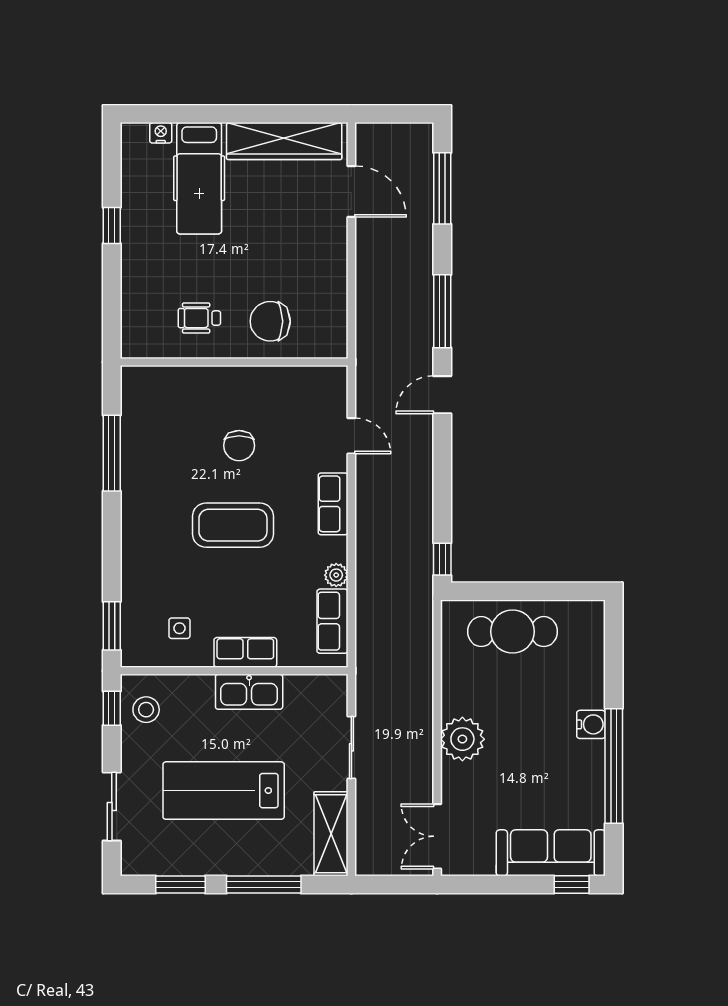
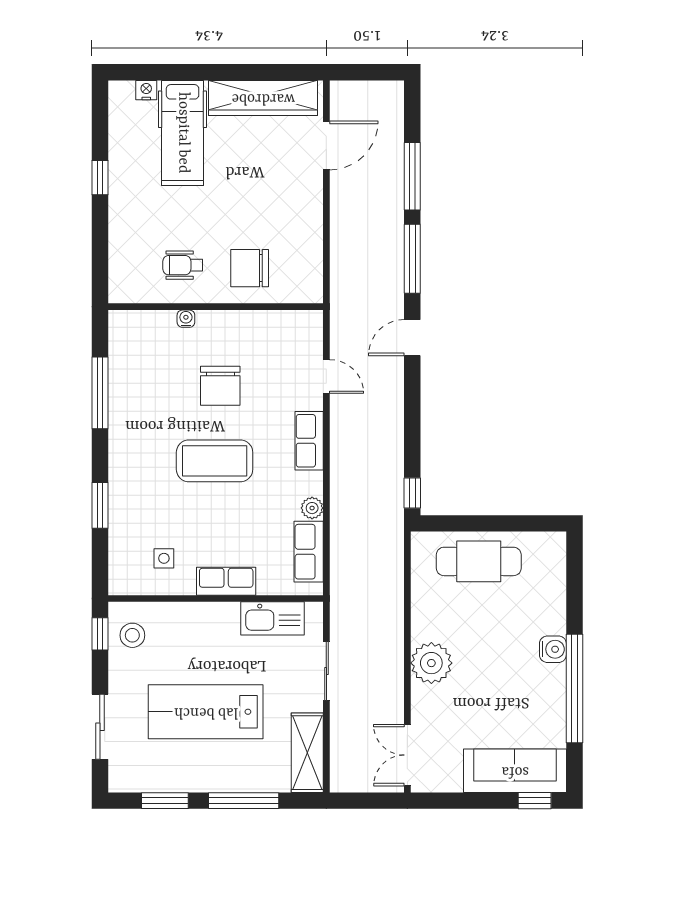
window: (442, 188) -> (412, 176), moved
door: (351, 191) -> (326, 145), hinge flipped
water cooler: (203, 375) -> (186, 319), added
chair: (239, 446) -> (220, 386), width x1.37, depth x1.37
window: (112, 626) -> (100, 505), moved
kitchen sink: (249, 692) -> (272, 618), moved

